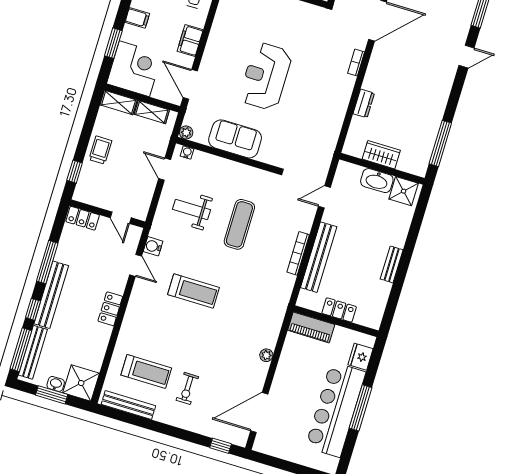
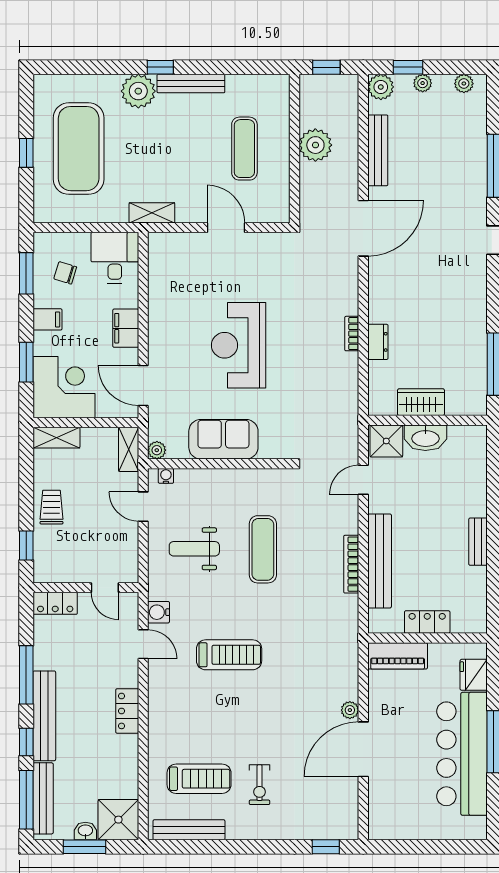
bookcase: (356, 63) -> (352, 334), moved
shelving: (152, 112) -> (129, 449), moved, turned 90
shower: (404, 191) -> (386, 441), moved
door: (259, 413) -> (363, 749), moved

